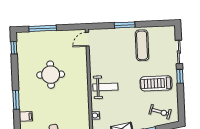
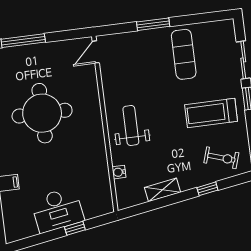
round table: (51, 75) -> (42, 113), width x1.36, depth x1.36
weight bench: (105, 87) -> (131, 125), turned -90

